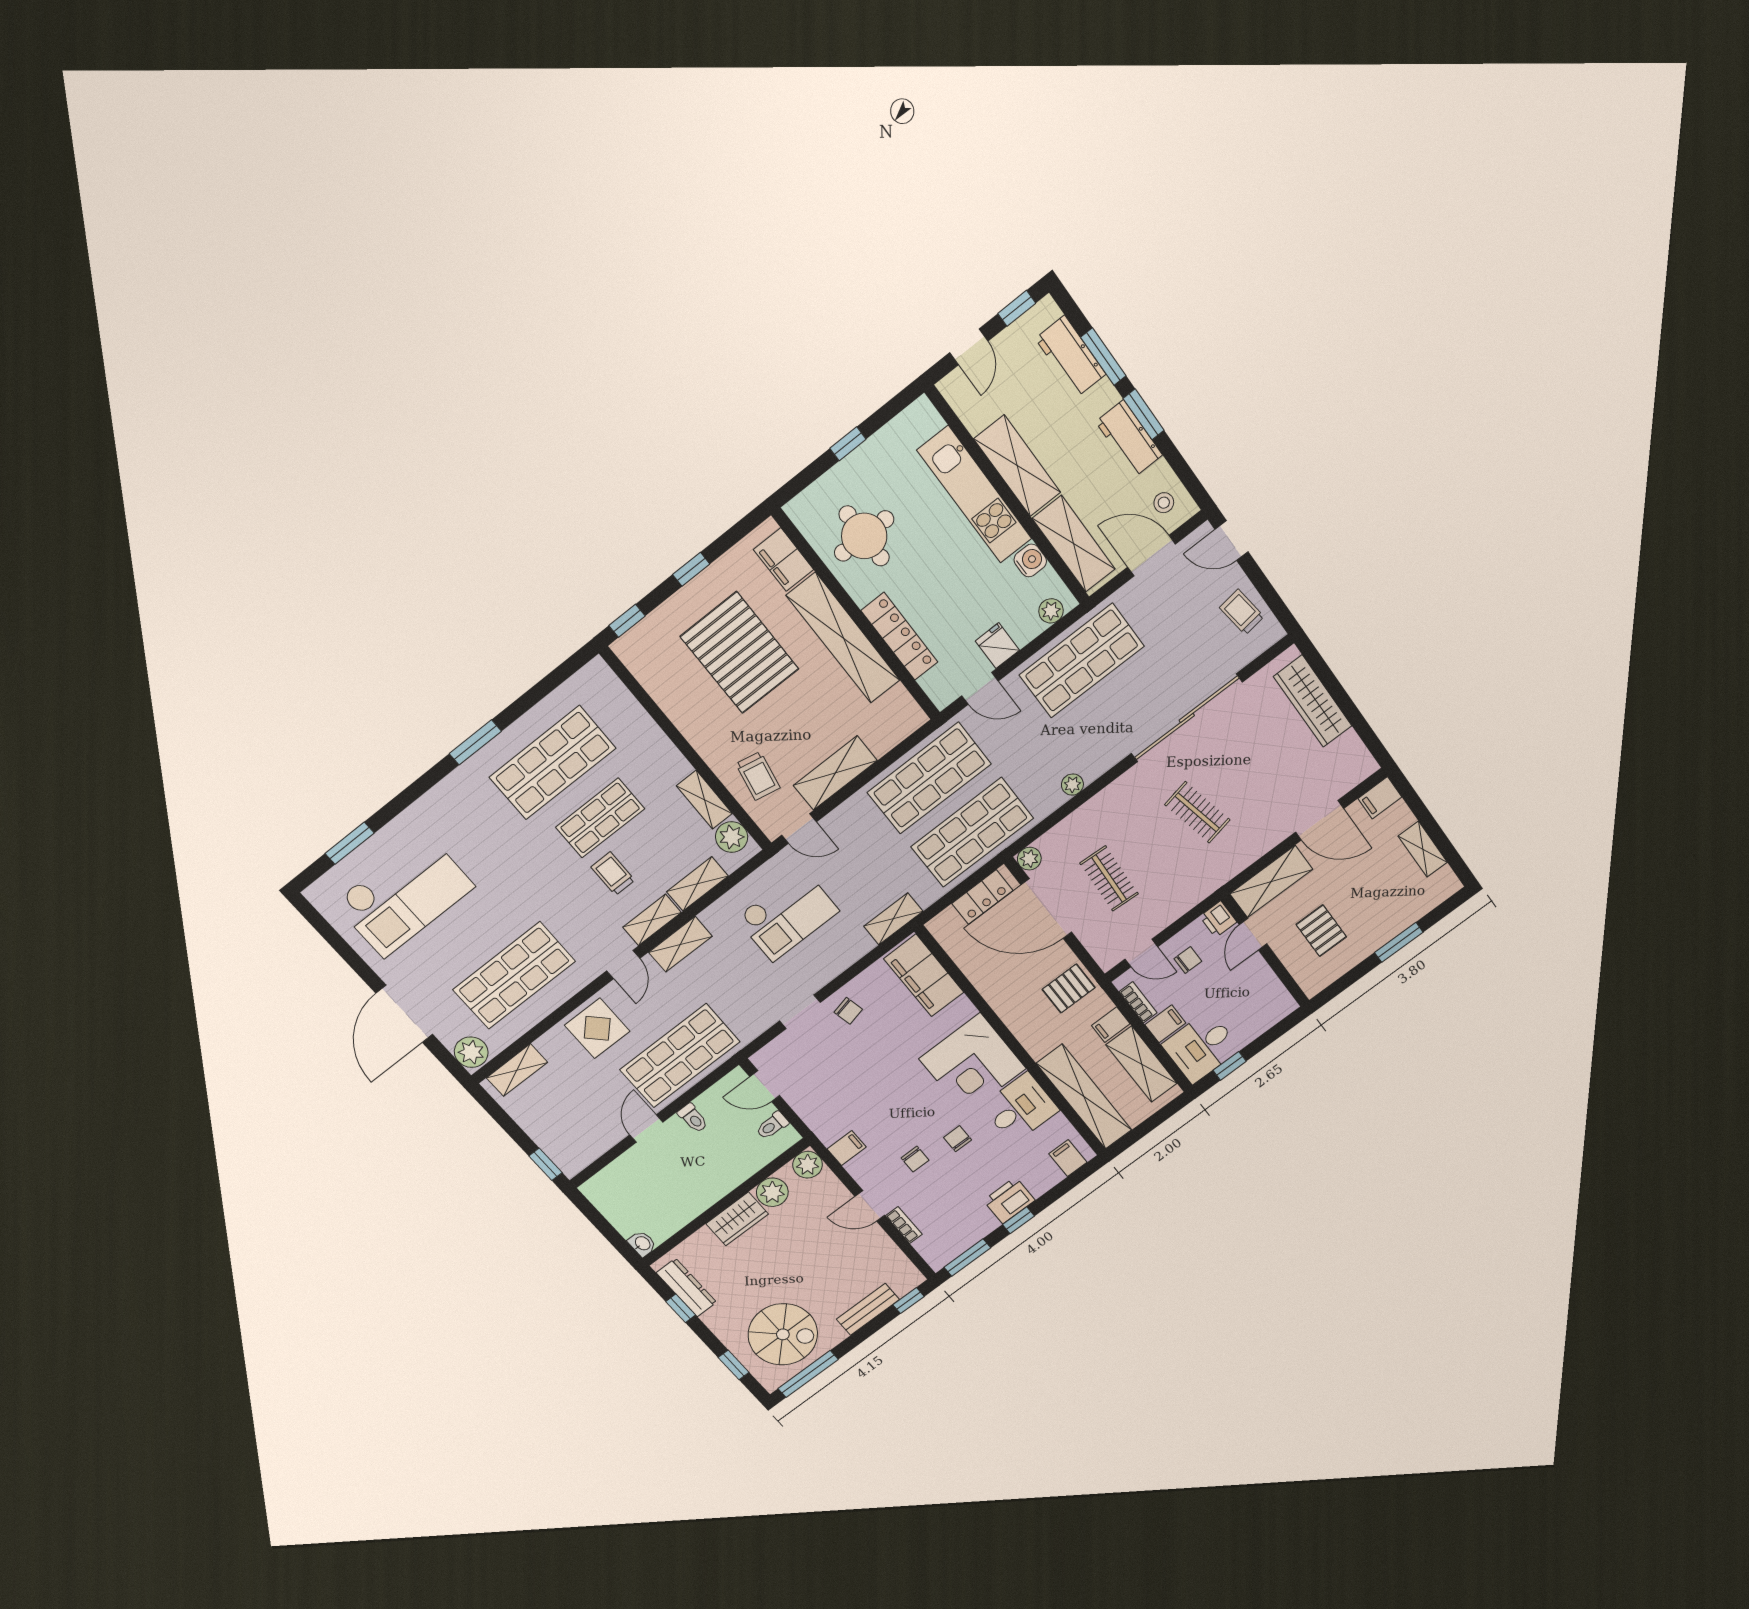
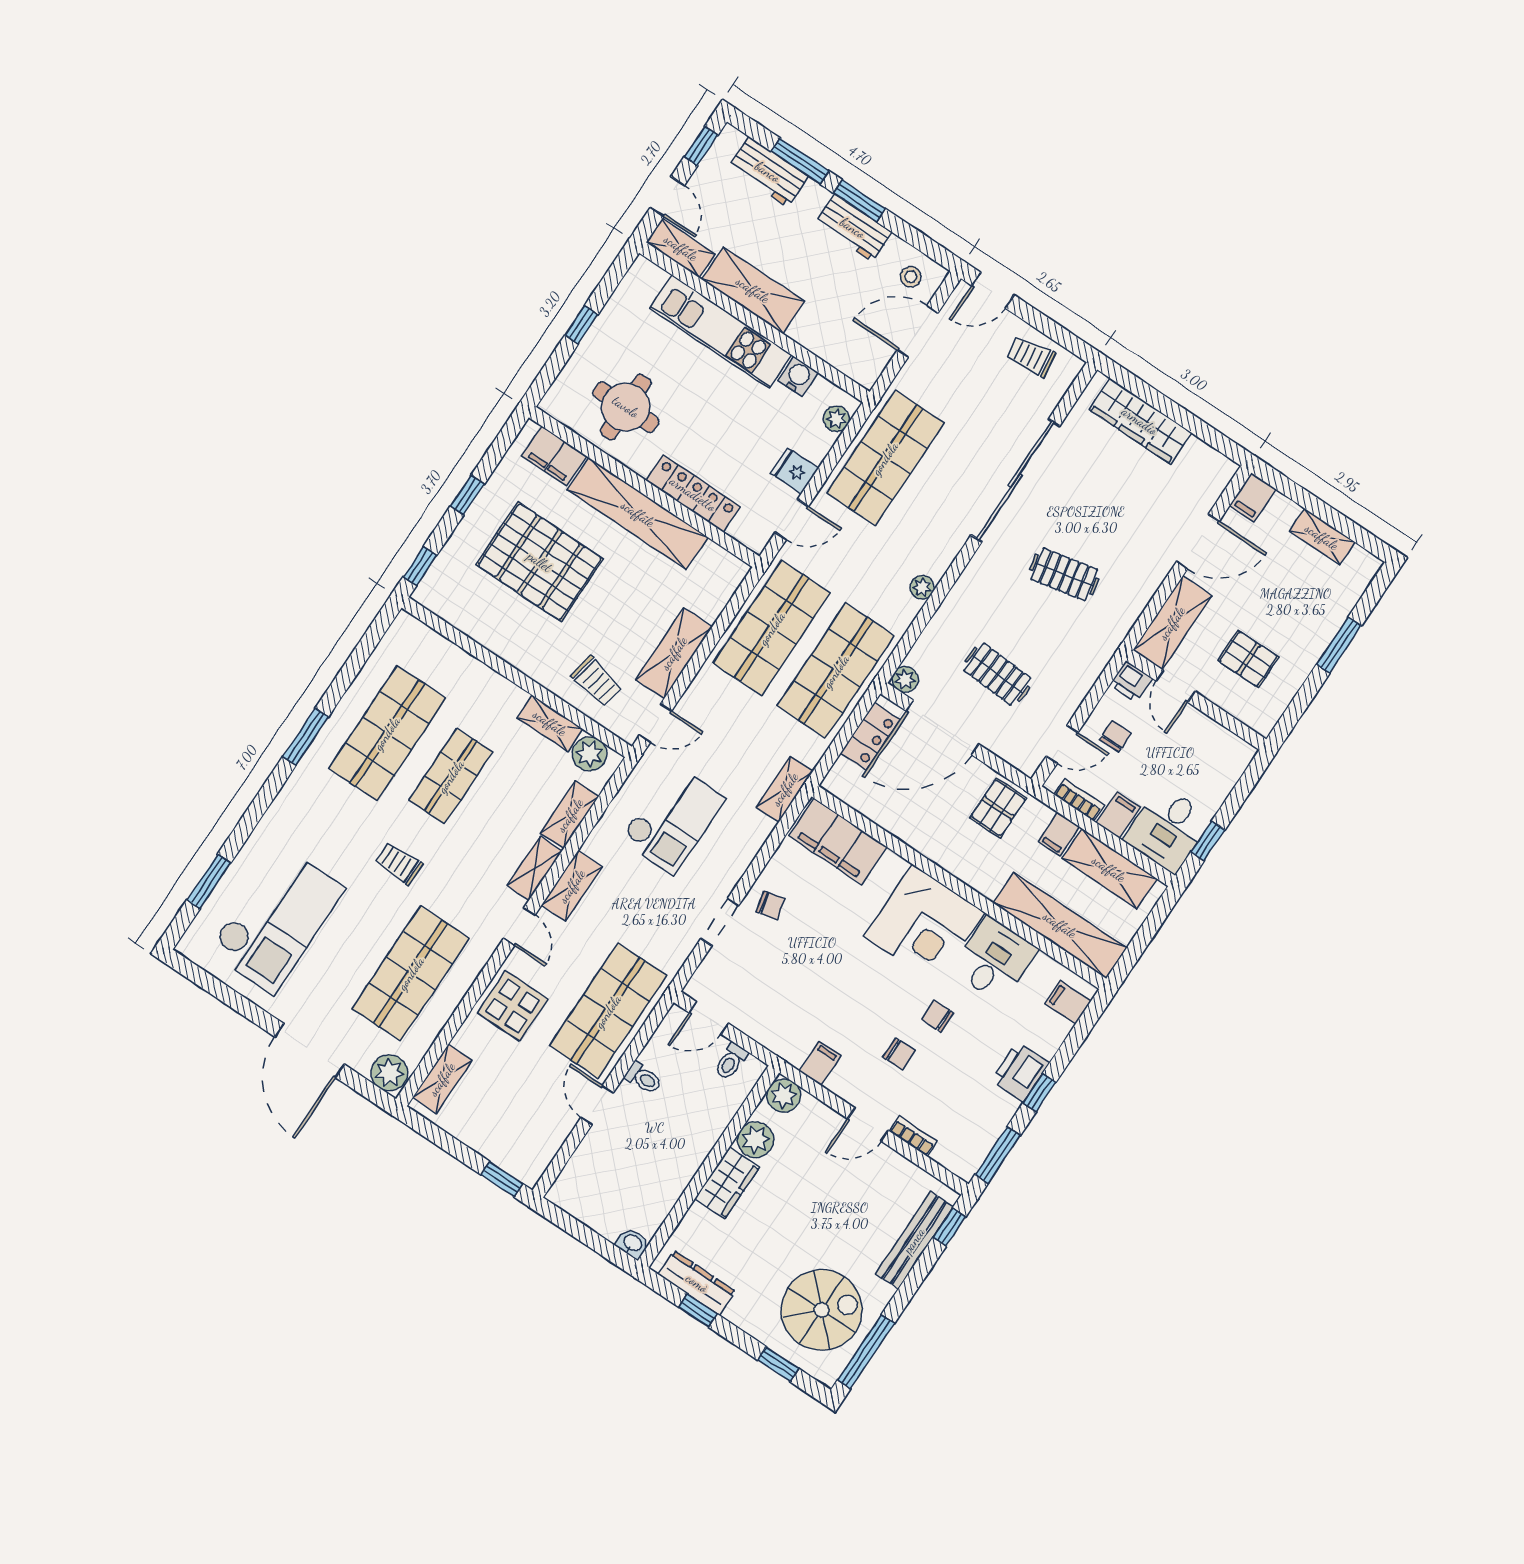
shelving: (1074, 544) -> (681, 248), moved, width x0.67, depth x0.75
trolley: (613, 874) -> (399, 863), moved
bench: (868, 1309) -> (914, 1240), width x1.36

